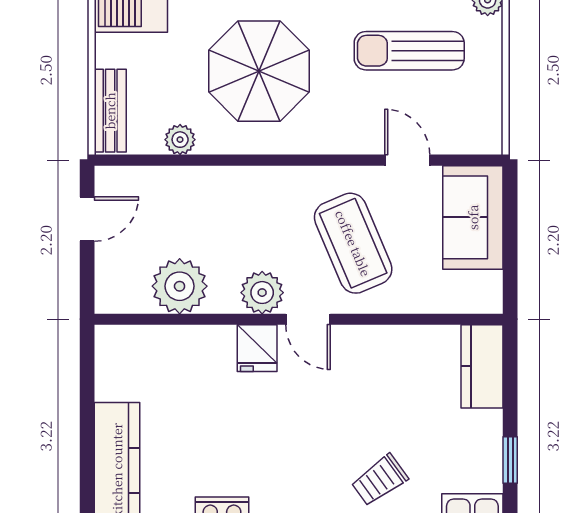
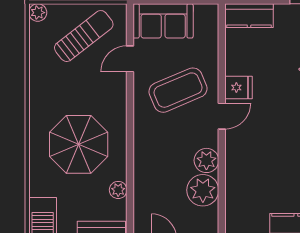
sun lounger: (409, 51) -> (84, 36), moved, turned -128
plant: (262, 293) -> (206, 160), moved
fridge: (257, 348) -> (239, 88), moved

